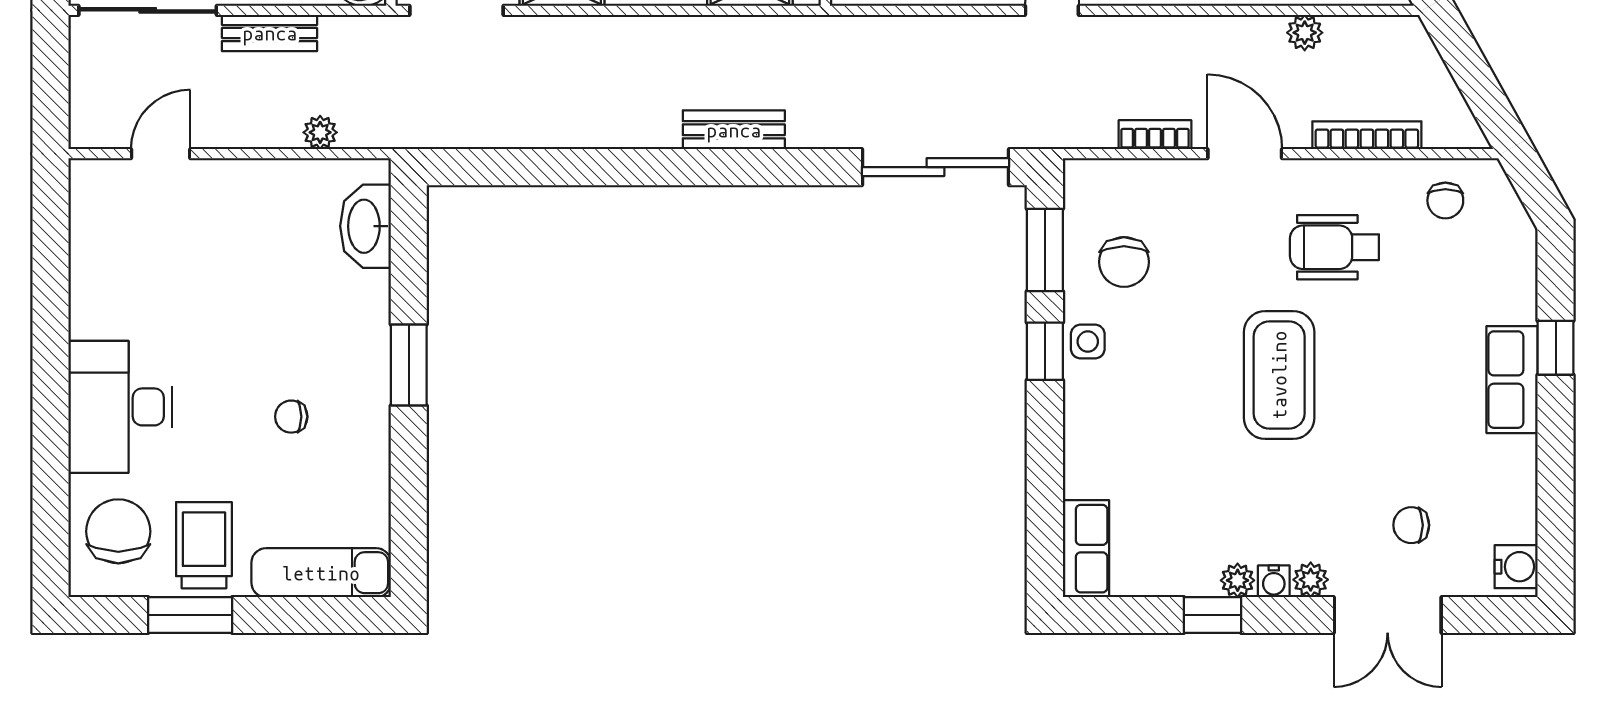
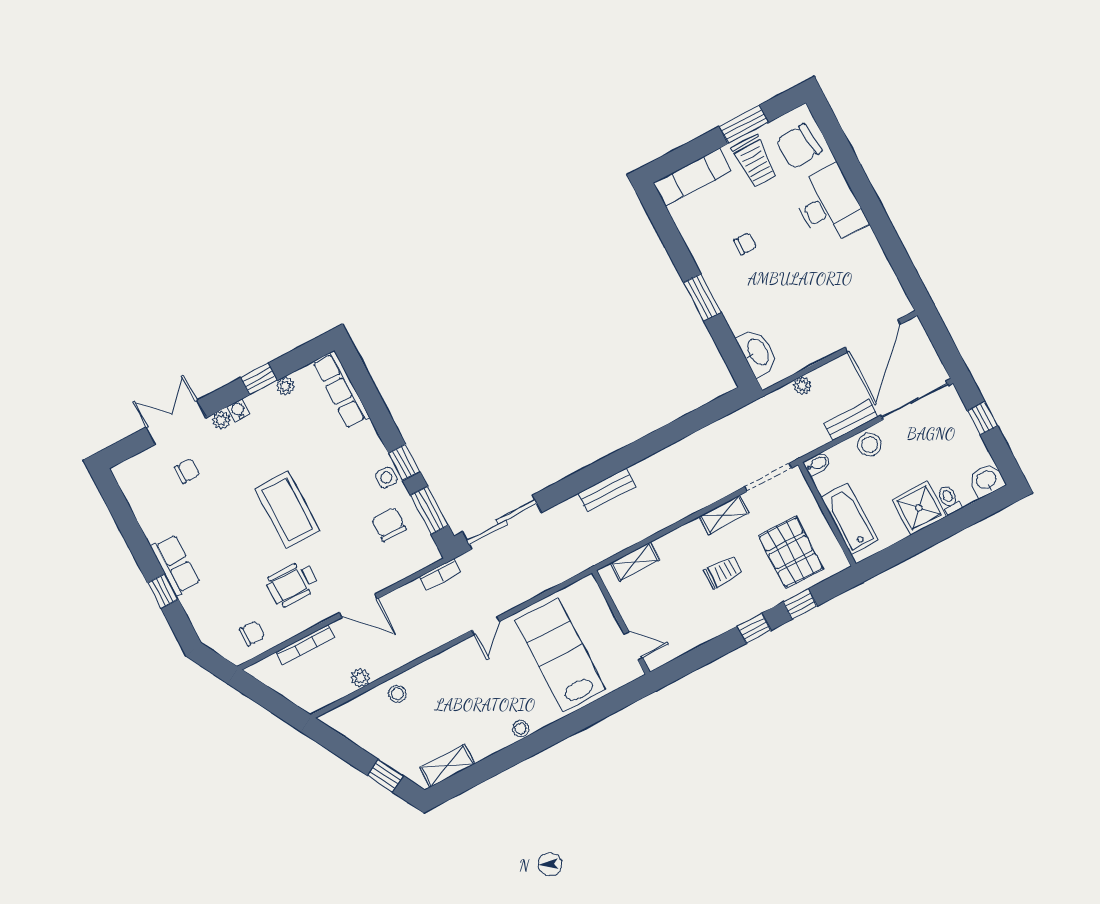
bookcase: (1155, 135) -> (440, 574), moved
door: (161, 154) -> (873, 336), width x1.88
chair: (1445, 200) -> (252, 633), turned 90
wheelchair: (1334, 247) -> (293, 584), turned 180
chair: (118, 531) -> (799, 146), turned 85
row of seats: (1086, 549) -> (341, 390), width x1.48
water cooler: (1516, 567) -> (127, 477), removed
plant: (1238, 580) -> (285, 386), moved

